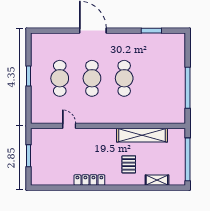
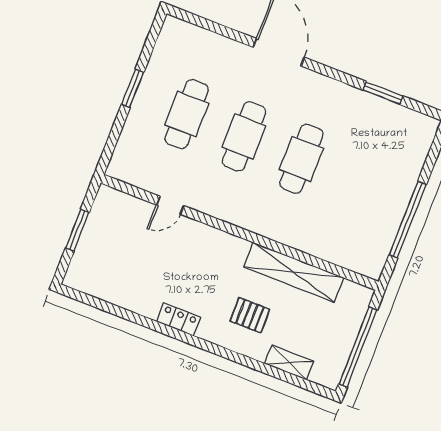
door: (69, 126) -> (170, 205), swing flipped
pallet: (129, 164) -> (250, 315), turned 90
locker: (89, 180) -> (179, 319), width x0.66

